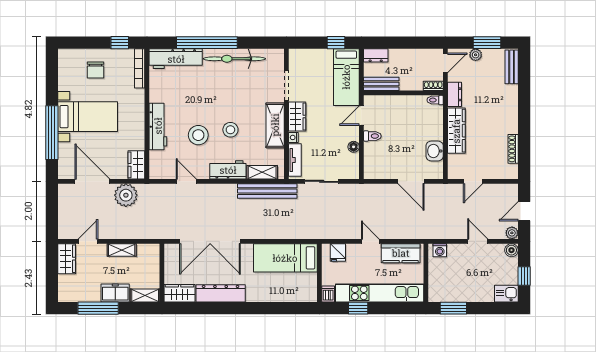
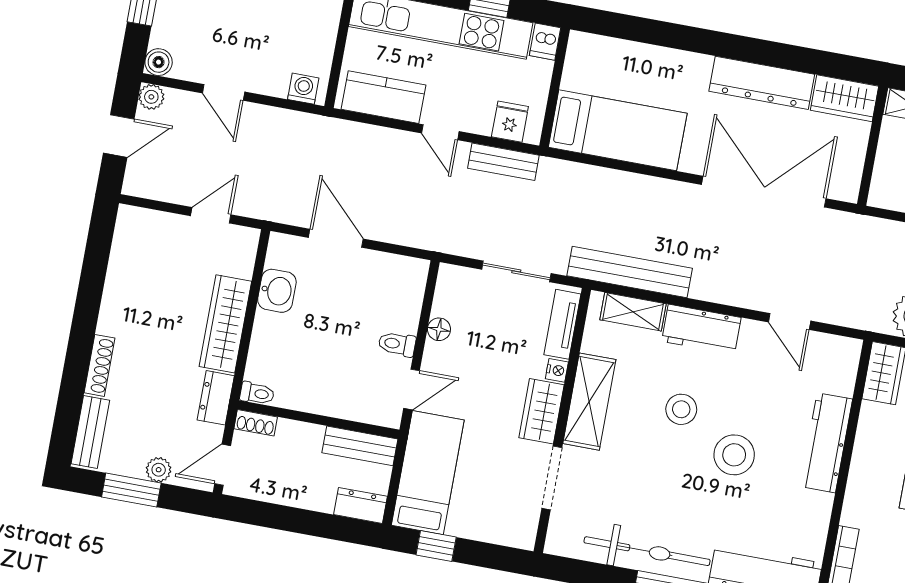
stool: (198, 135) -> (734, 455), moved
shoe rack: (513, 149) -> (99, 365), moved
bench: (337, 233) -> (503, 162), added

